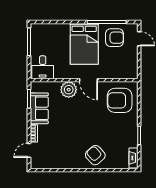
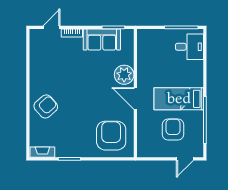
armchair: (115, 38) -> (173, 129), moved, turned 180
bed: (84, 44) -> (179, 99), width x0.67
desk: (43, 67) -> (189, 47), moved, turned 180
door: (89, 80) -> (135, 98), hinge flipped
door: (29, 150) -> (52, 27), hinge flipped

